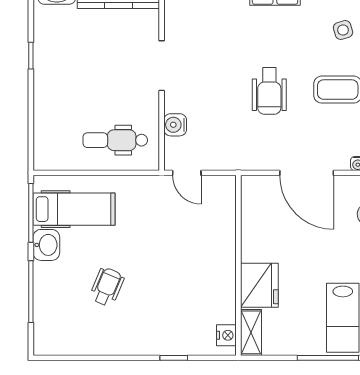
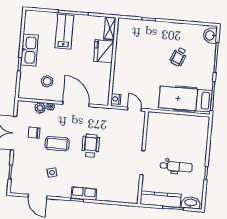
water cooler: (175, 125) -> (138, 133), removed
dental chair: (115, 140) -> (176, 167), moved
hospital bed: (74, 209) -> (185, 99), width x1.37, depth x1.29
washbasin: (46, 245) -> (210, 35), moved
nightstand: (226, 335) -> (116, 99), moved

